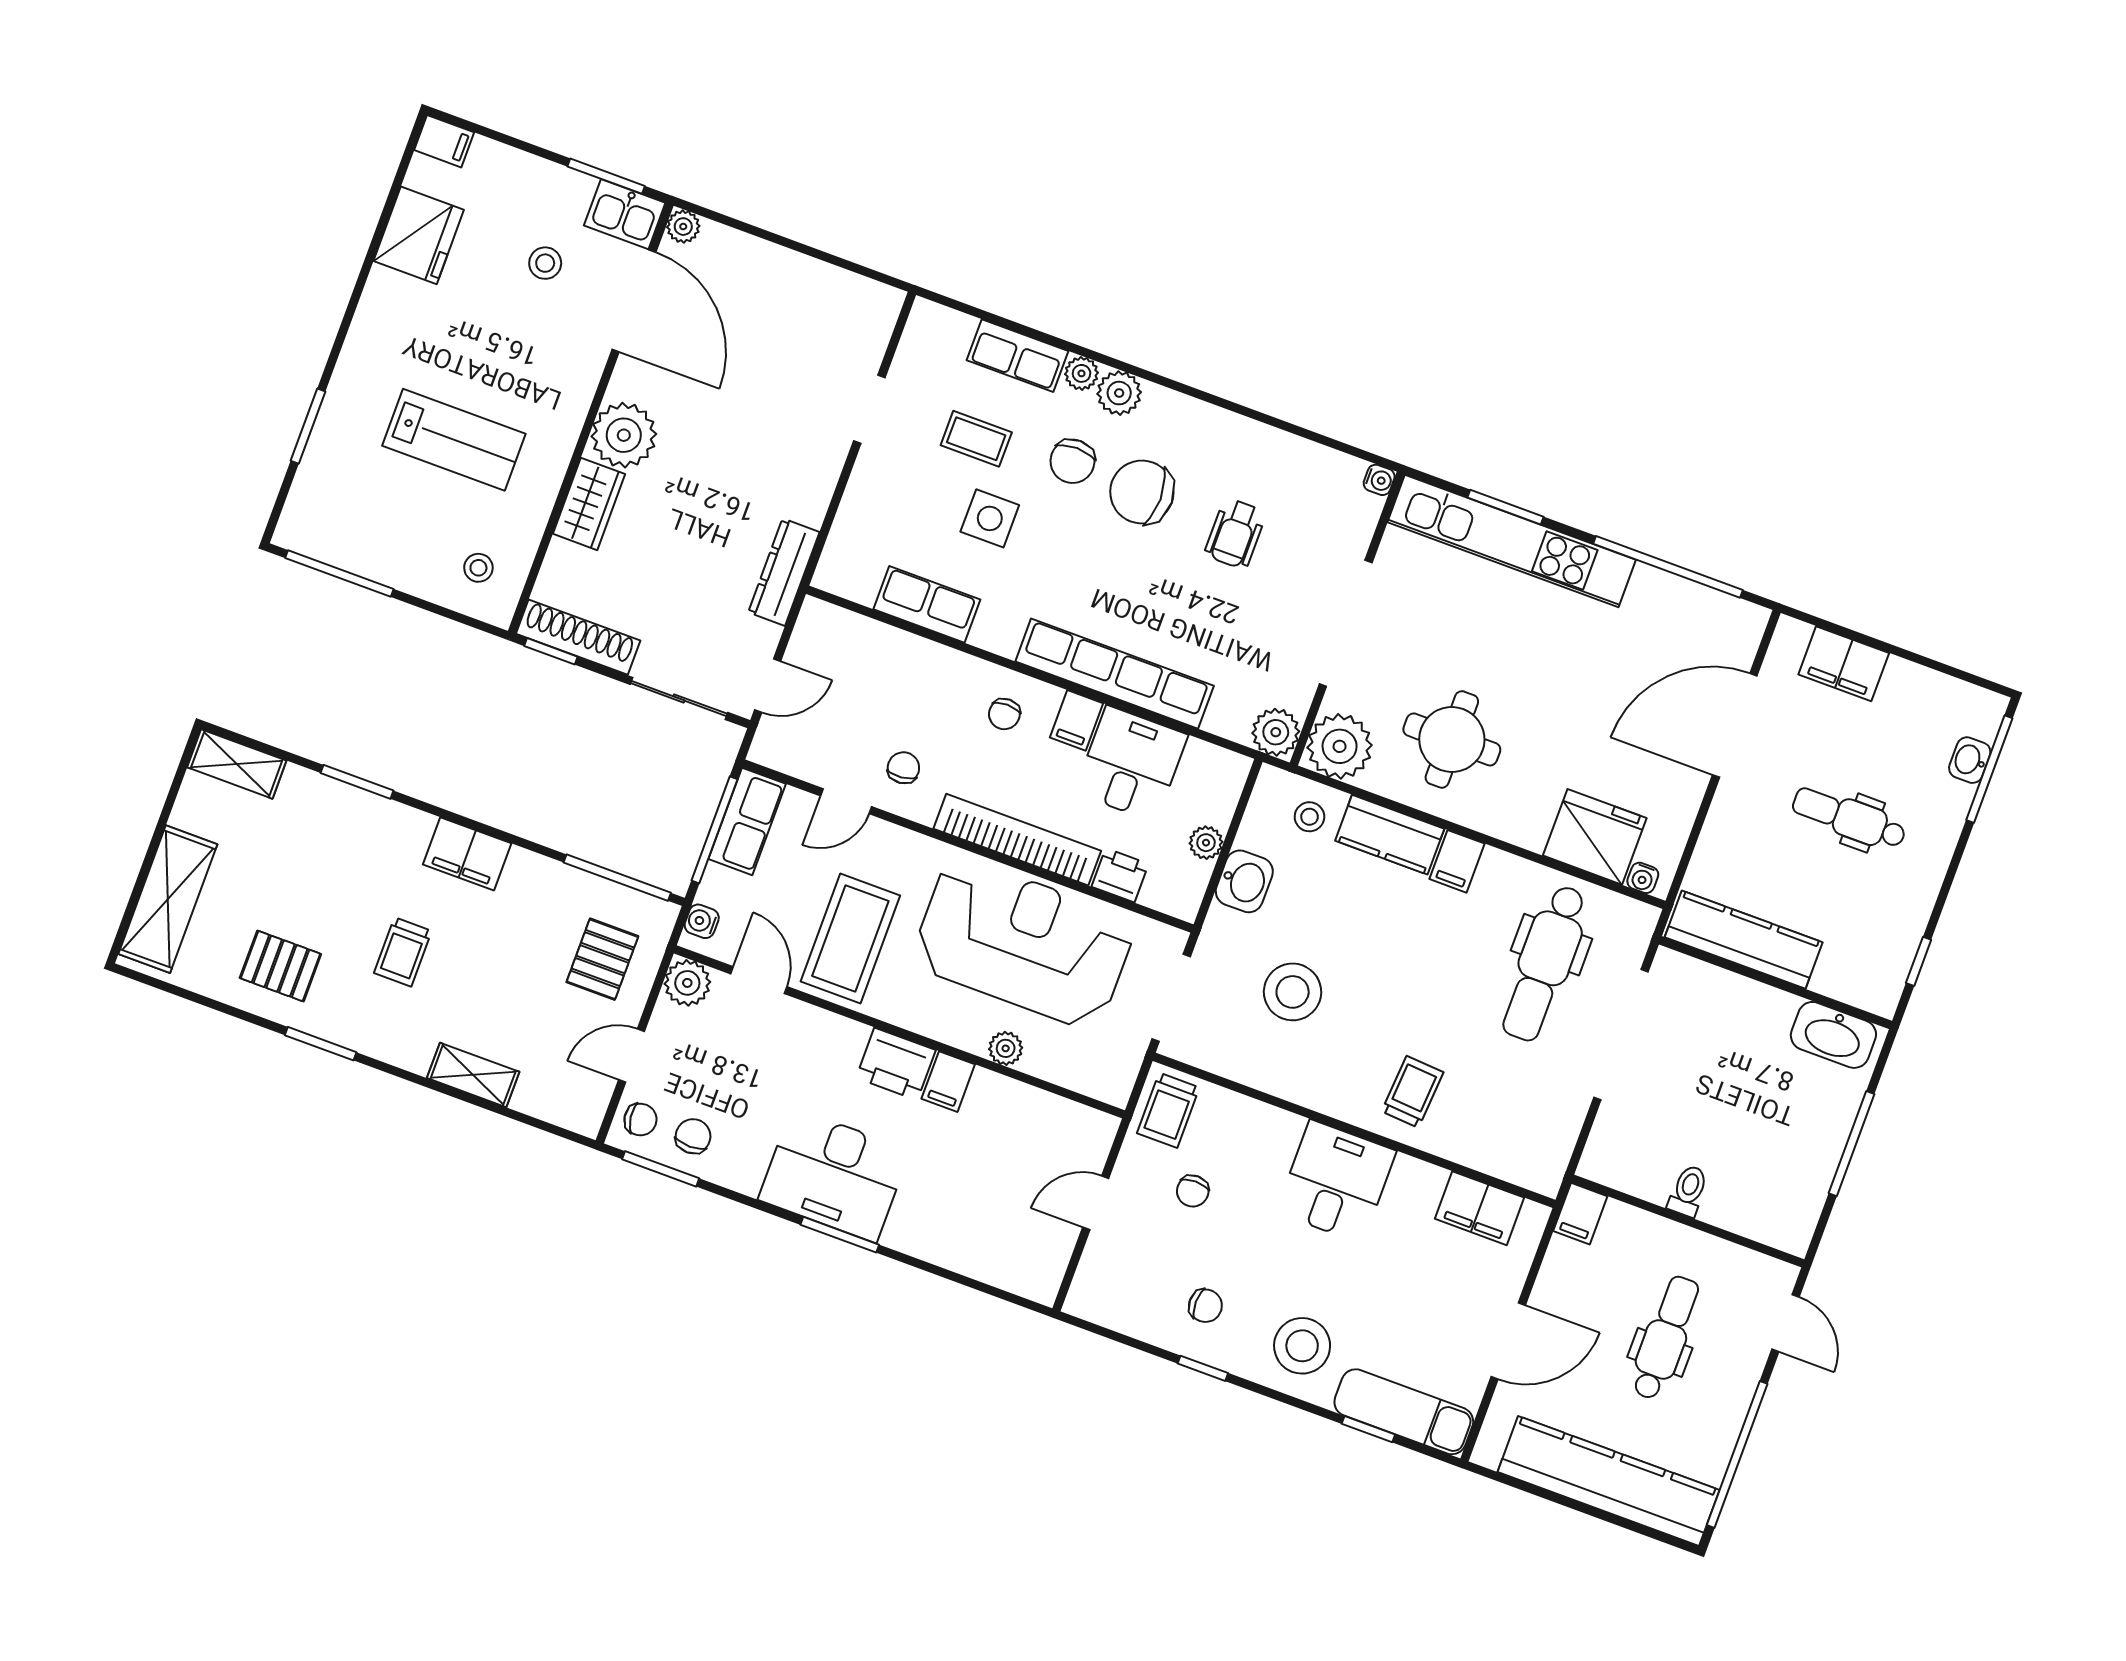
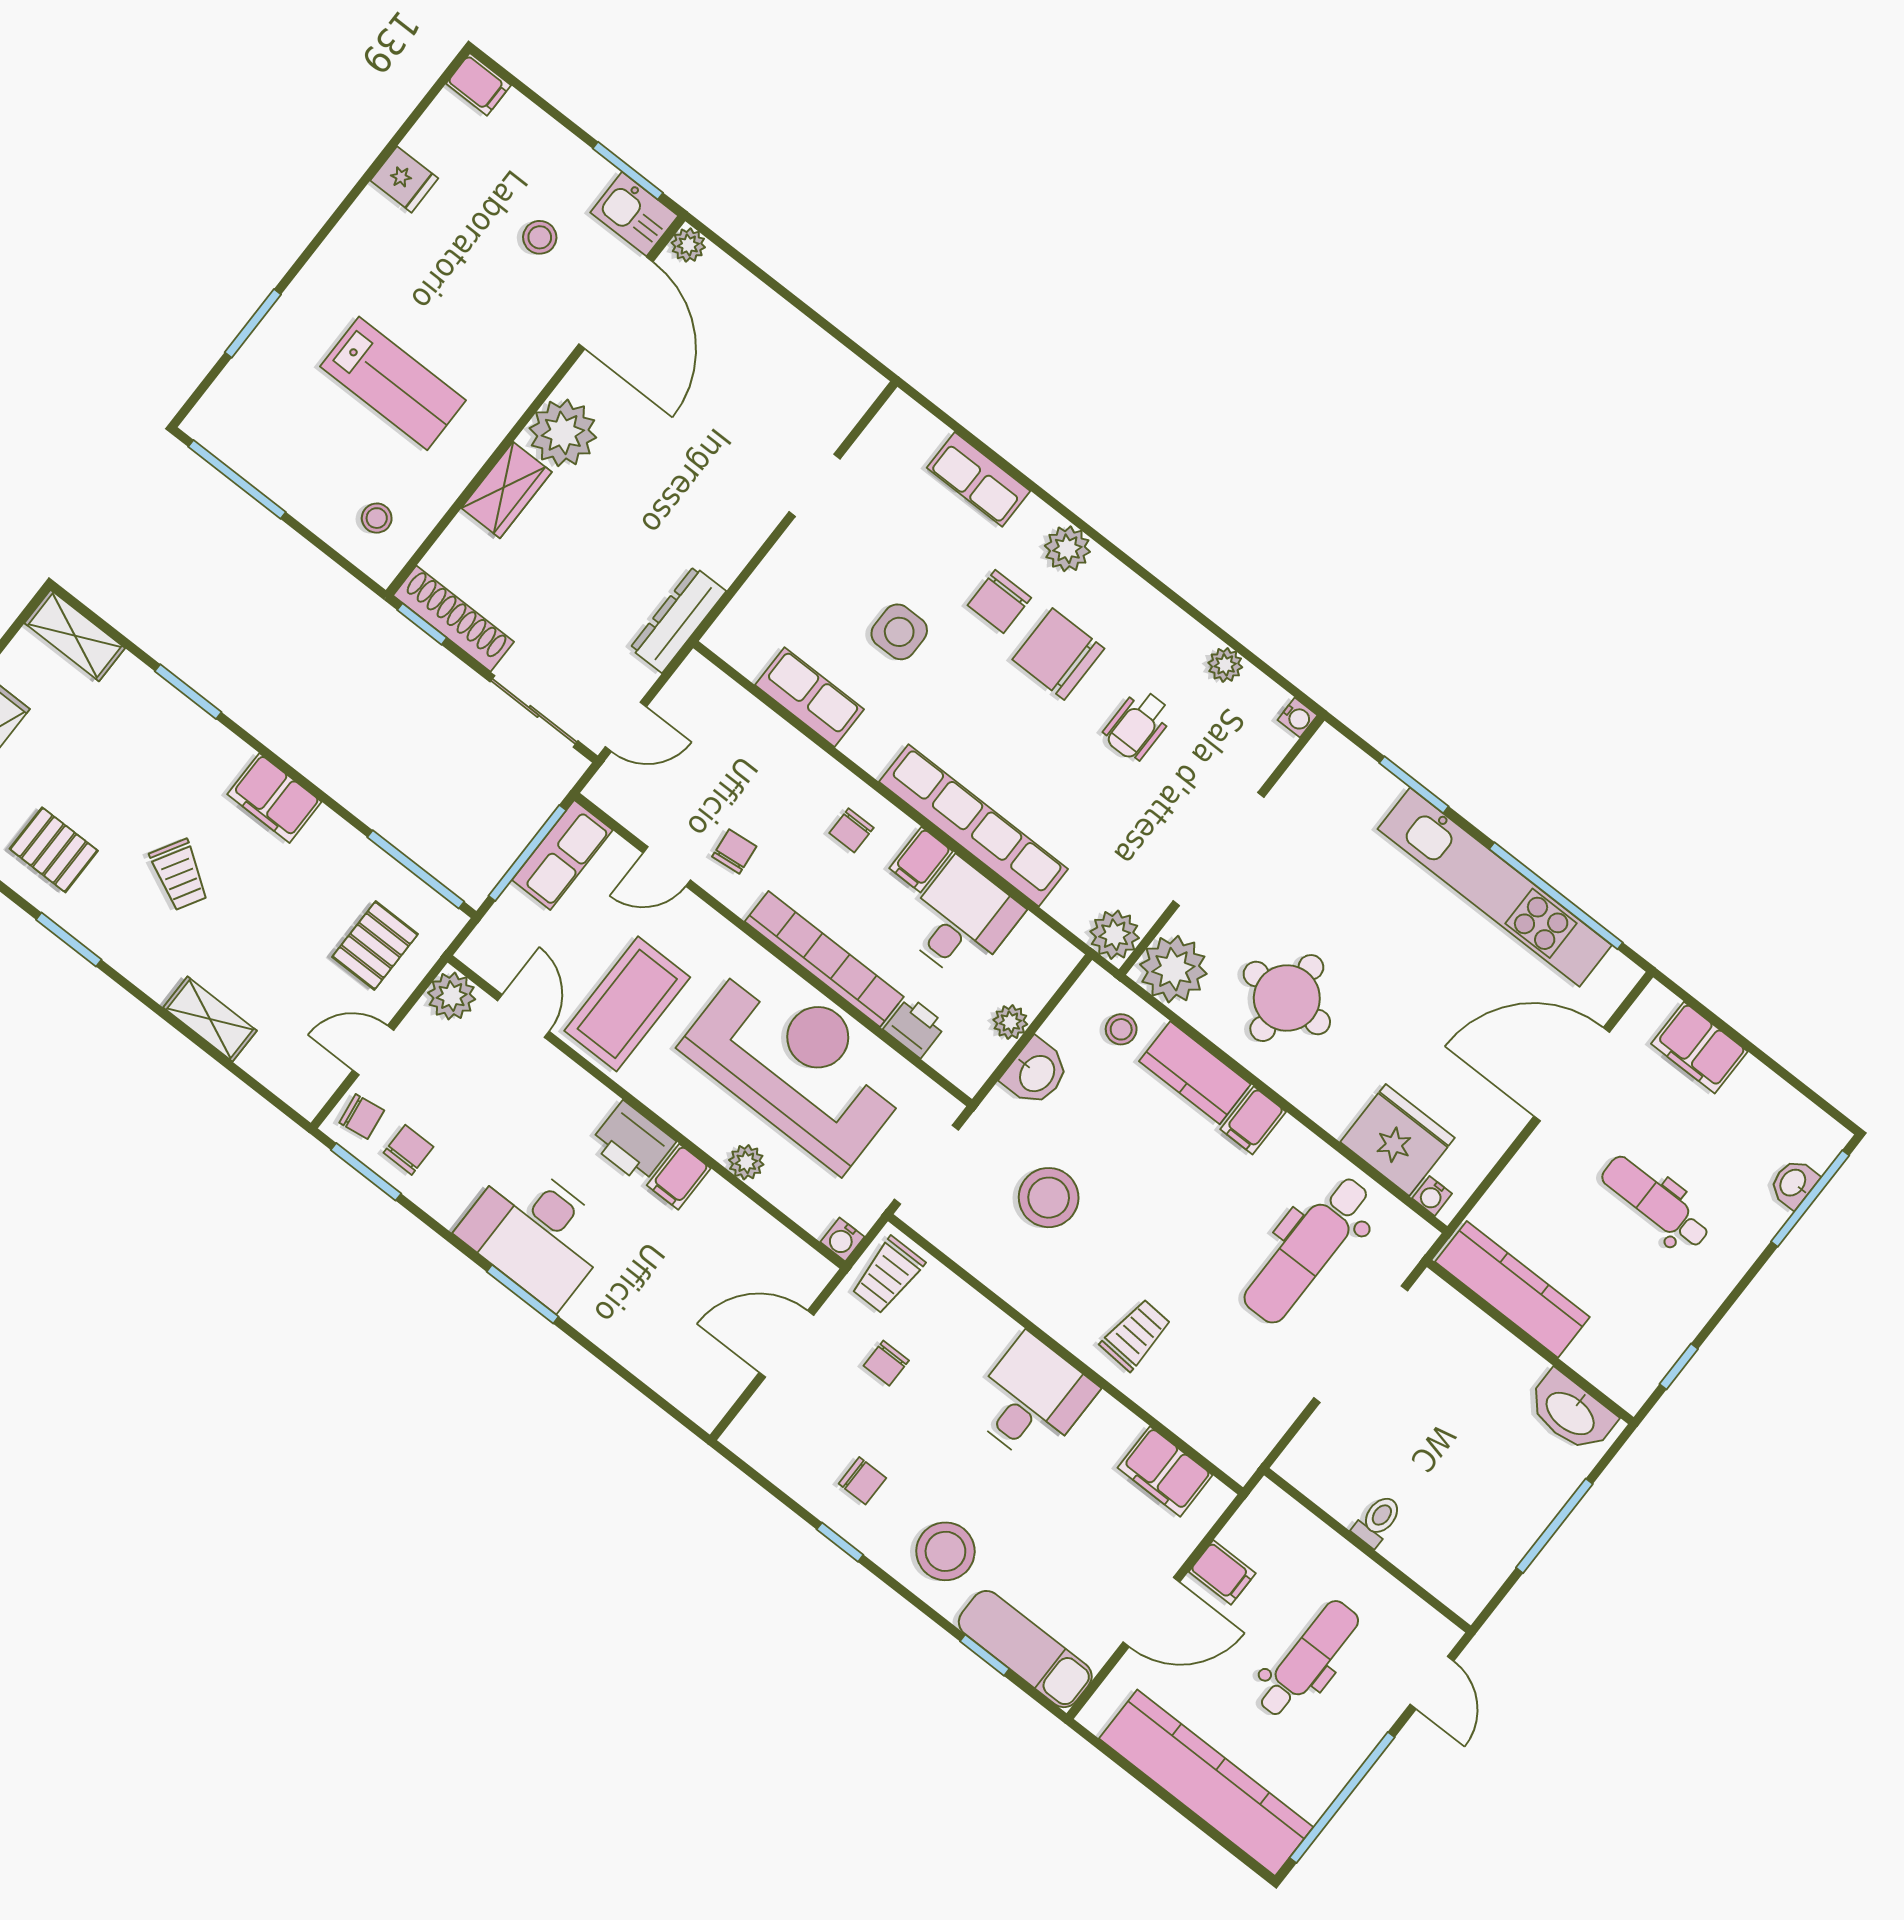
fridge: (419, 235) -> (404, 179), width x0.53, depth x0.75
plant: (1082, 373) -> (1225, 665), moved
coffee table: (976, 439) -> (911, 549), removed
kitchen unit: (1512, 541) -> (1495, 887), moved
water cooler: (702, 921) -> (842, 1239), moved, turned -90
trolley: (403, 952) -> (179, 875), turned -60
door: (1096, 1203) -> (786, 1344), width x1.38
filing cabinet: (1580, 1214) -> (1222, 1572), moved, turned -90

